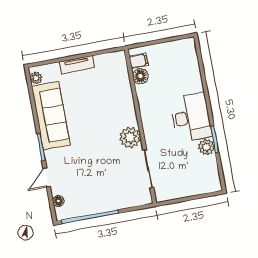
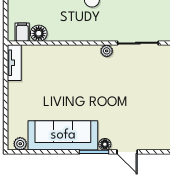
tv unit: (77, 65) -> (14, 63), moved
plant: (130, 137) -> (107, 51), width x0.53, depth x0.53
floor lamp: (58, 201) -> (105, 144), moved

